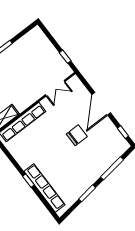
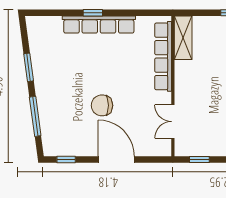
chair: (77, 135) -> (102, 105), turned 90
row of seats: (44, 188) -> (99, 25), moved

